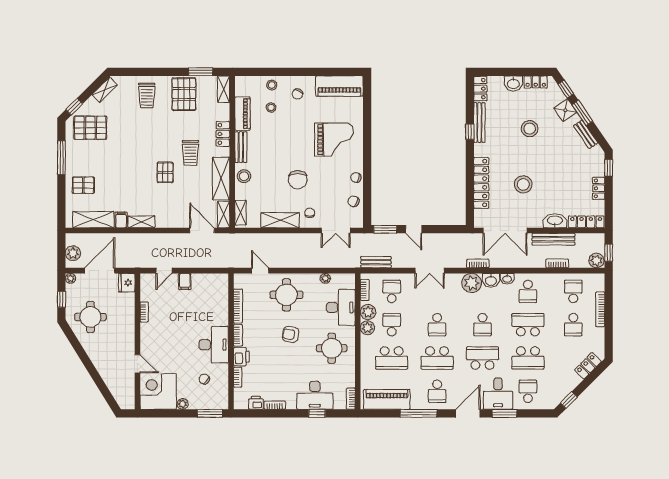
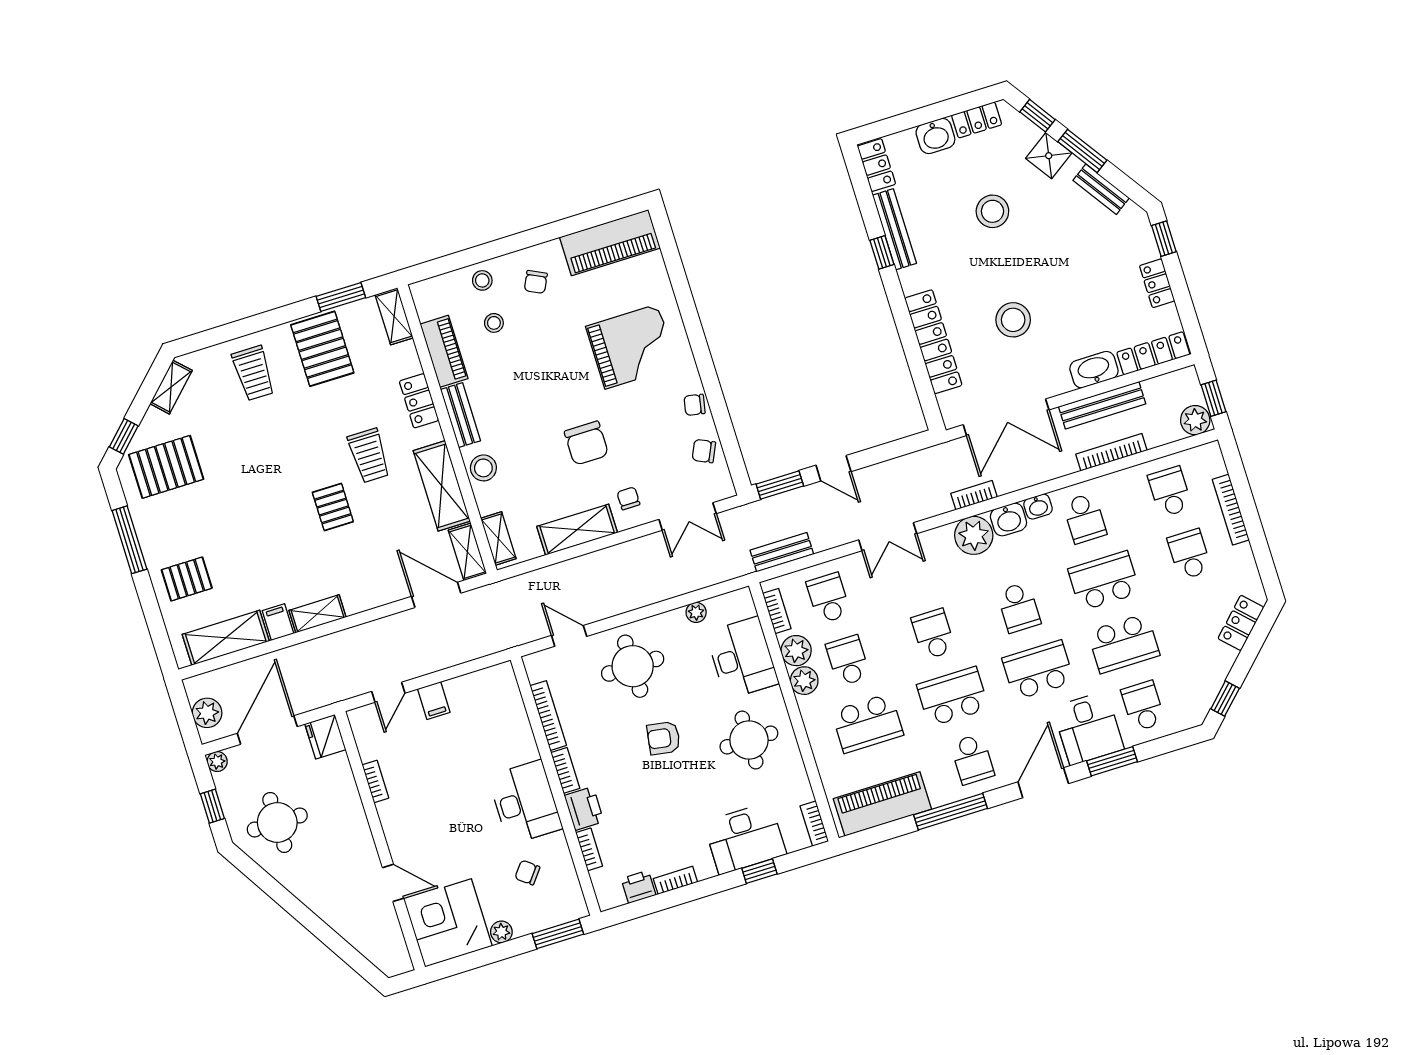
bookcase: (557, 263) -> (1111, 452), width x1.56
school desk: (437, 325) -> (933, 634), turned 180
school desk: (573, 325) -> (1189, 554), turned 180
school desk: (437, 358) -> (953, 697), turned 180

